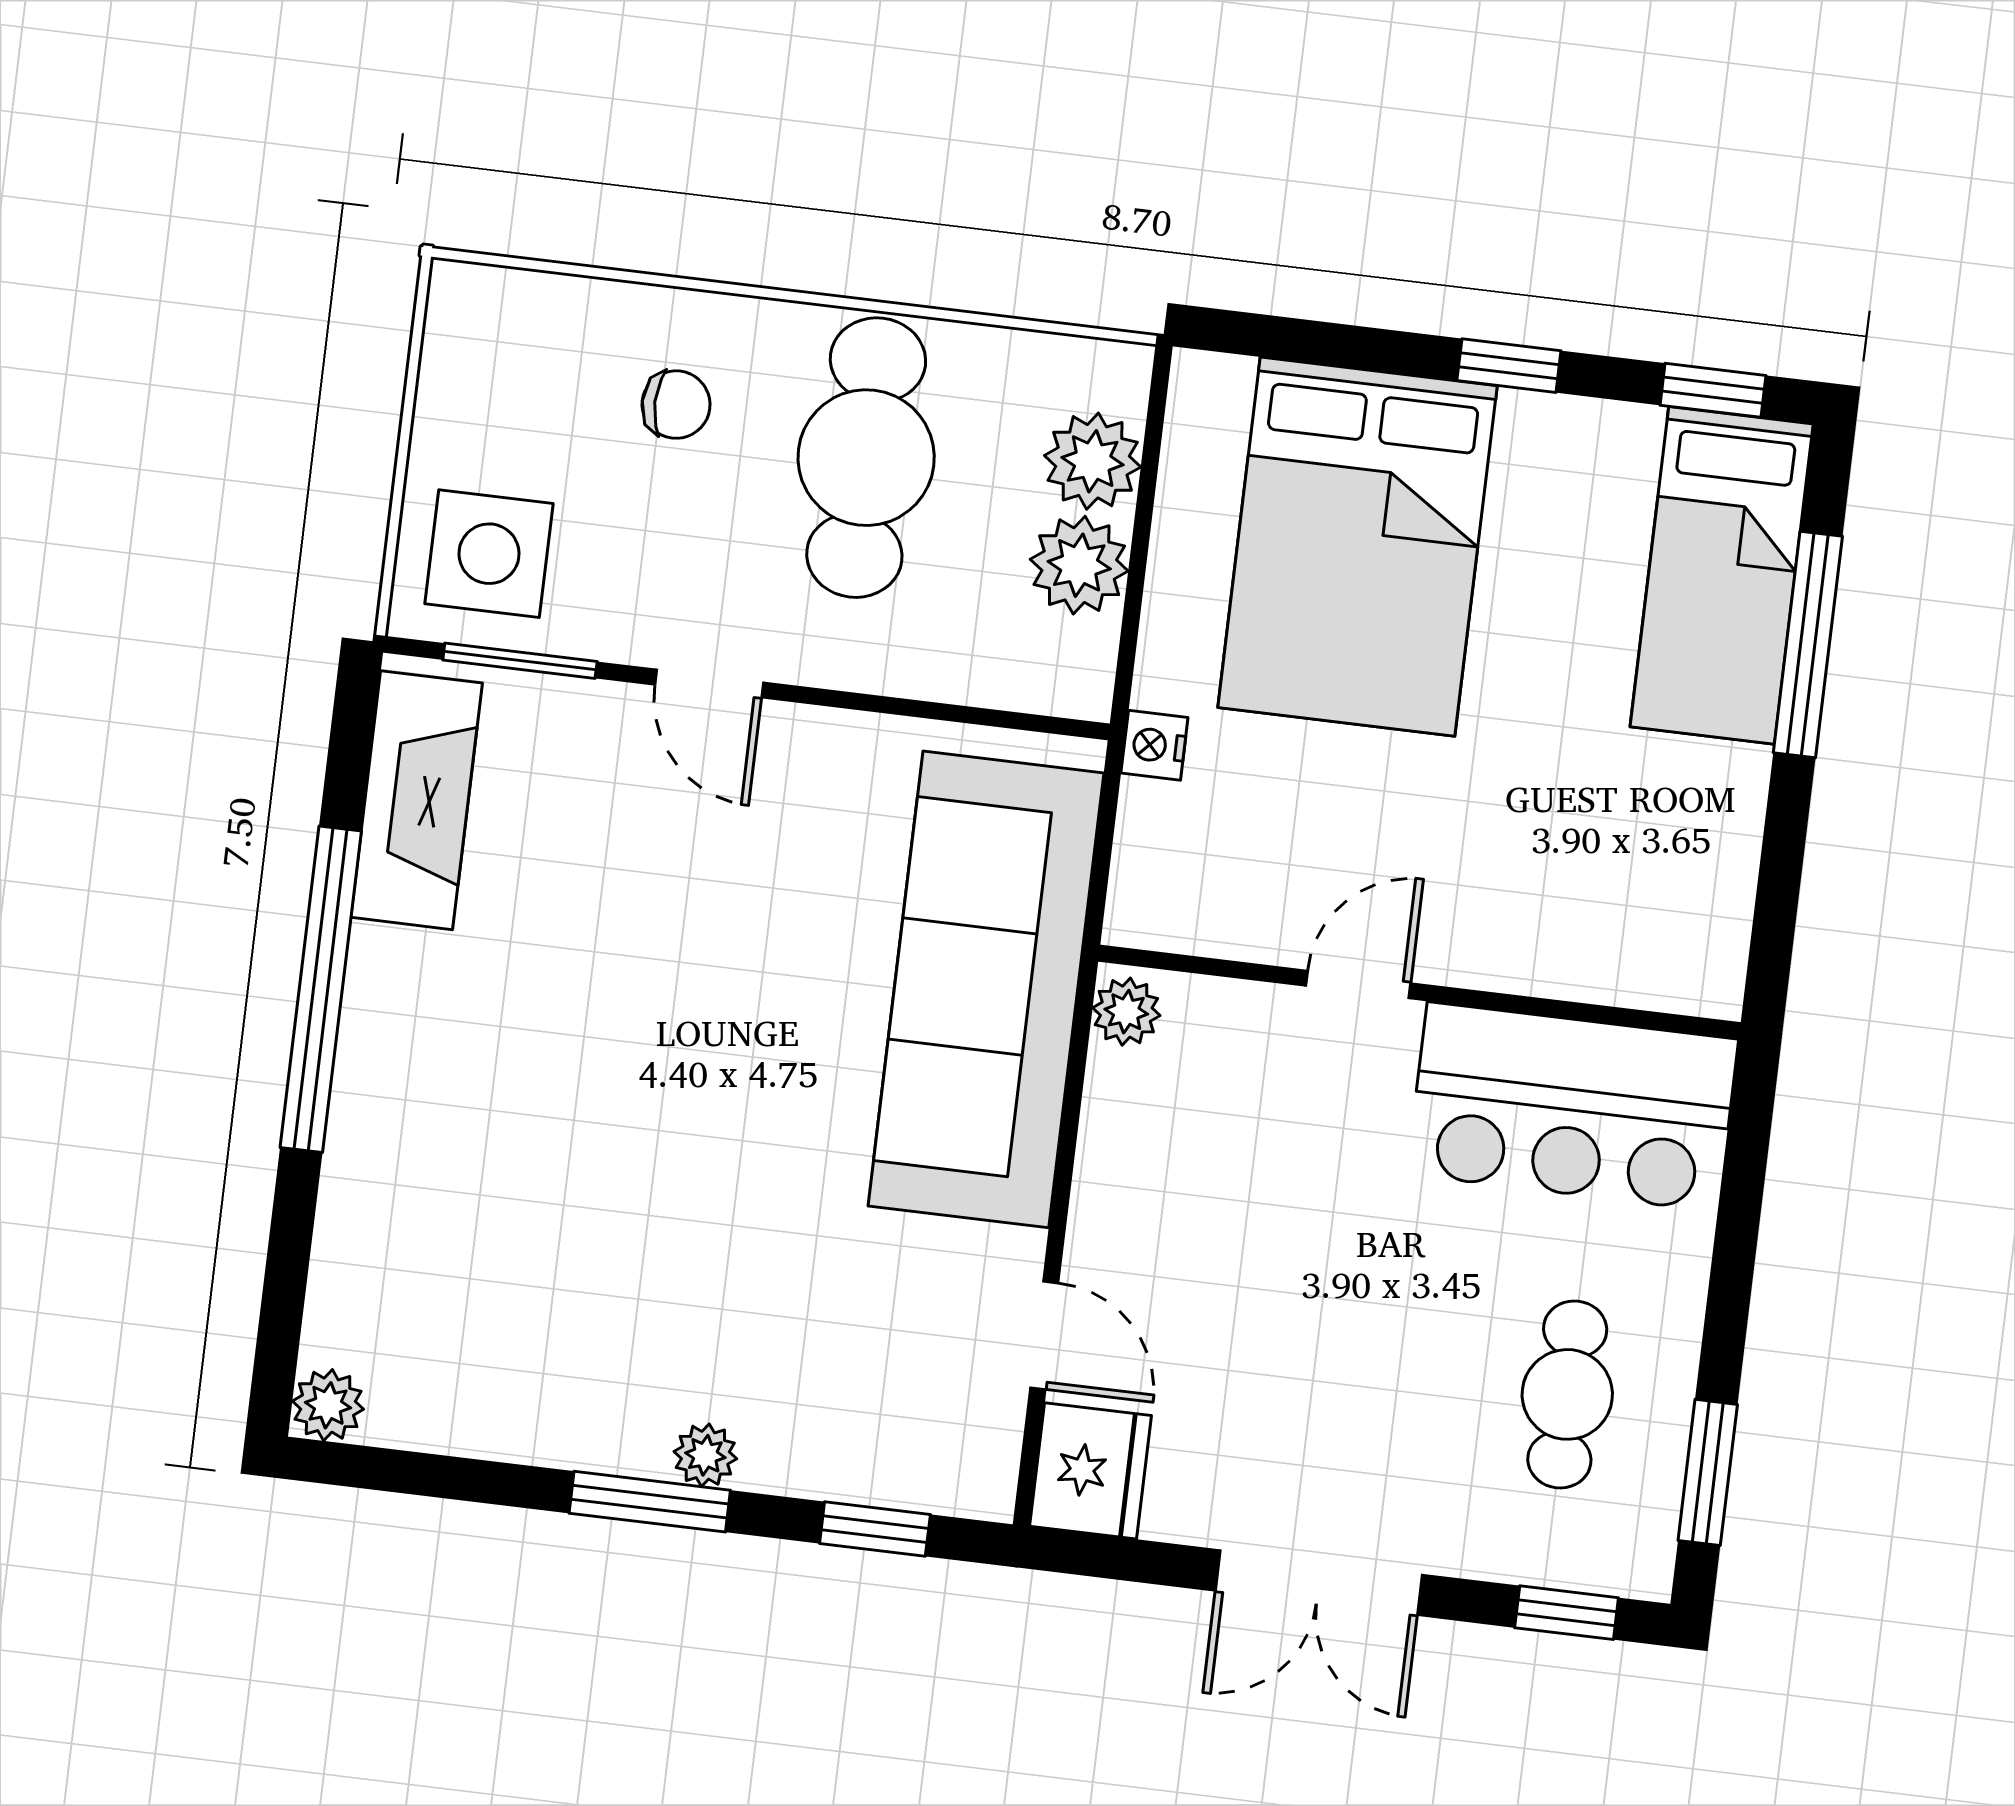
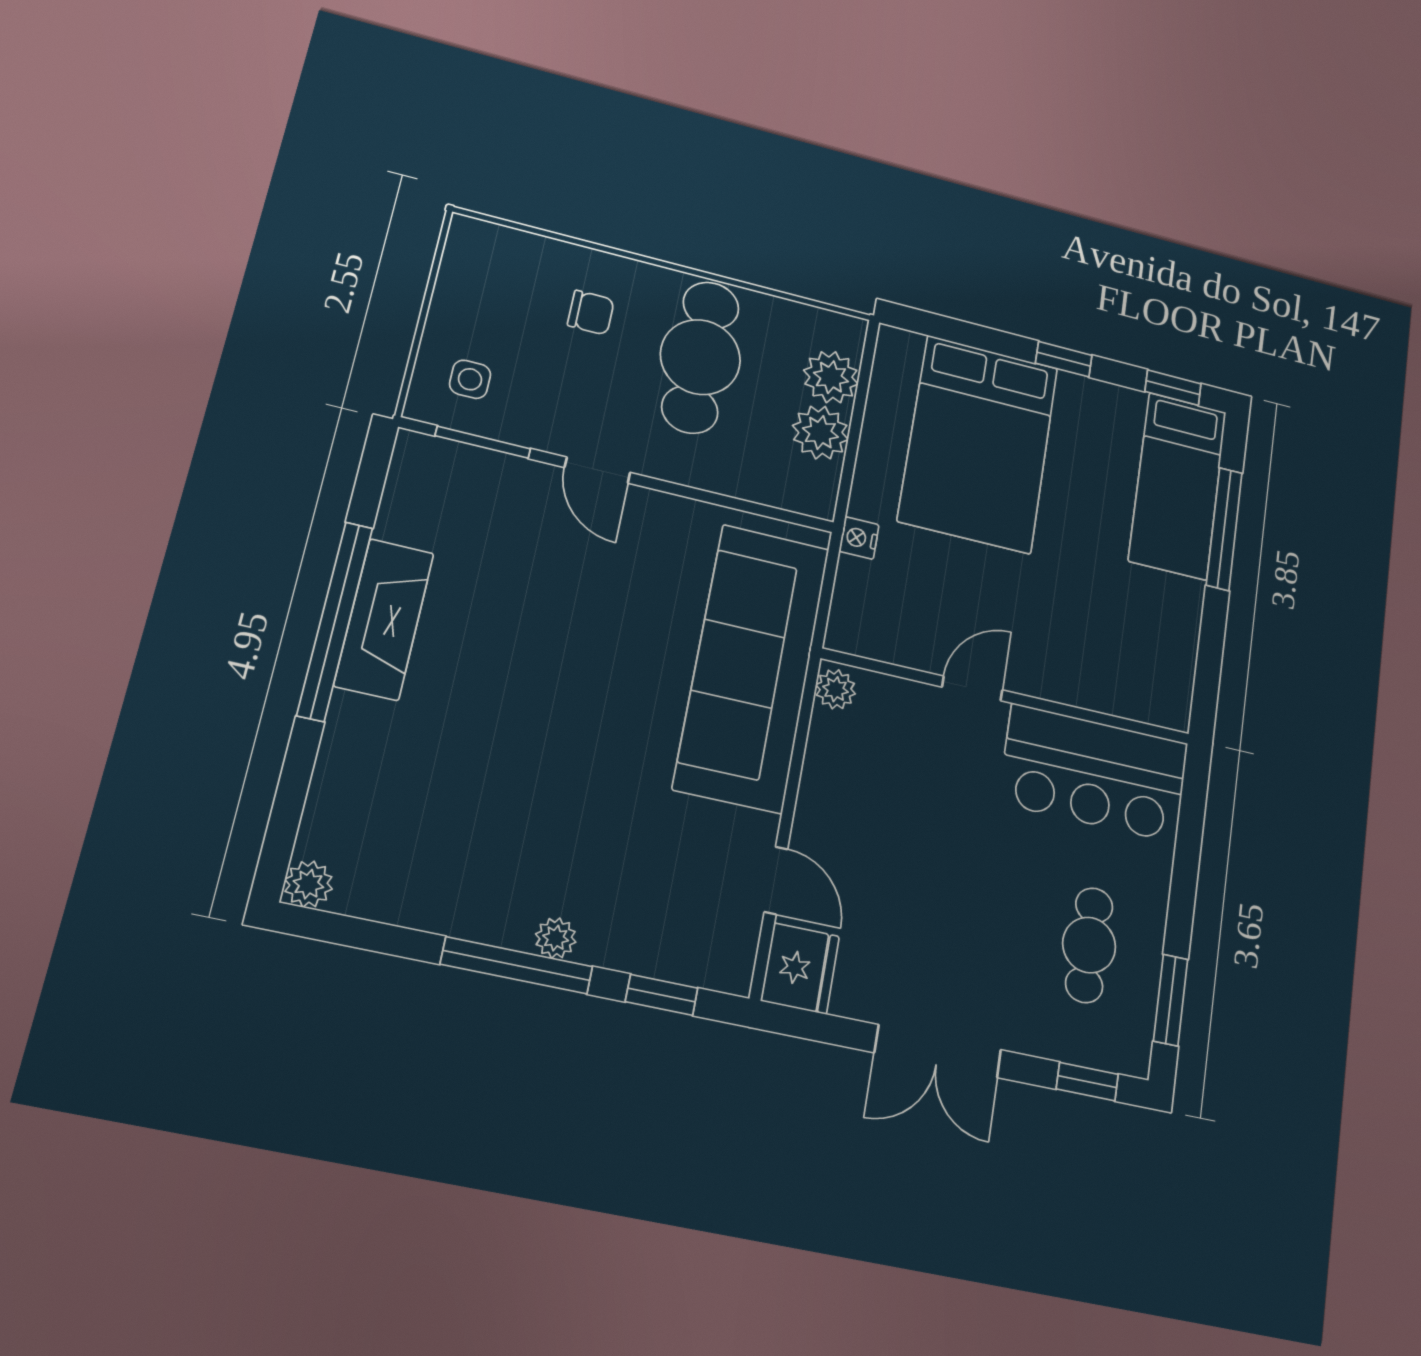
side table: (489, 554) -> (470, 379), width x0.54, depth x0.54
fireplace: (417, 800) -> (384, 619), moved
window: (650, 1502) -> (517, 965), width x1.44

